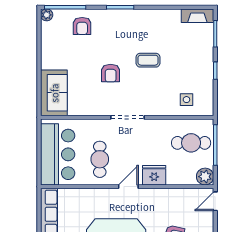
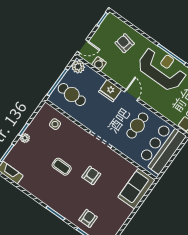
plant: (208, 63) -> (25, 138), added
door: (128, 187) -> (132, 95), swing flipped
water cooler: (186, 195) -> (99, 64), added

